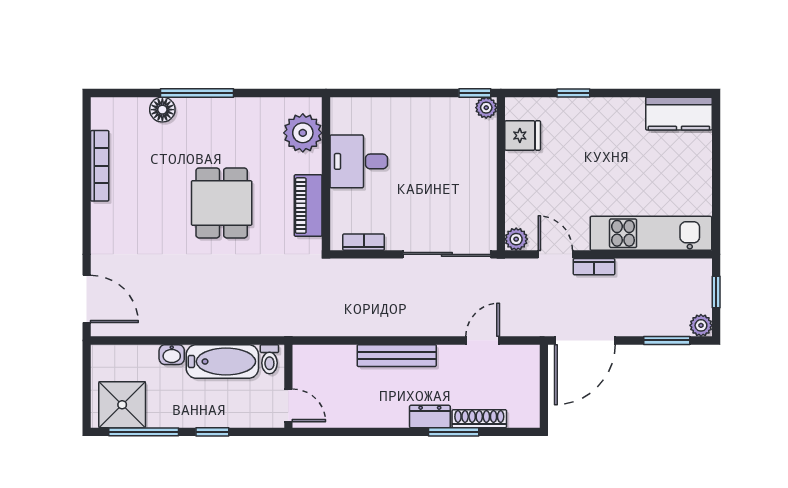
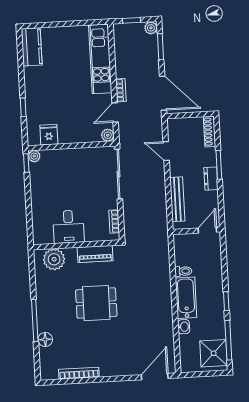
wall: (288, 386) -> (196, 231), moved
door: (288, 405) -> (207, 230), moved
shoe rack: (479, 419) -> (210, 132), moved

